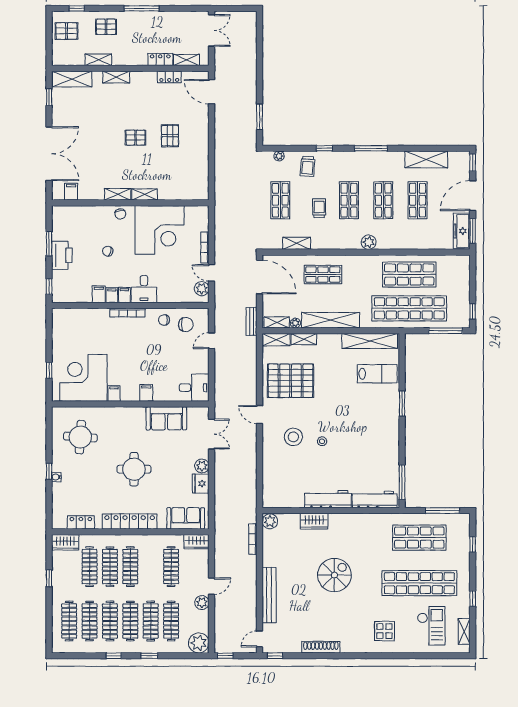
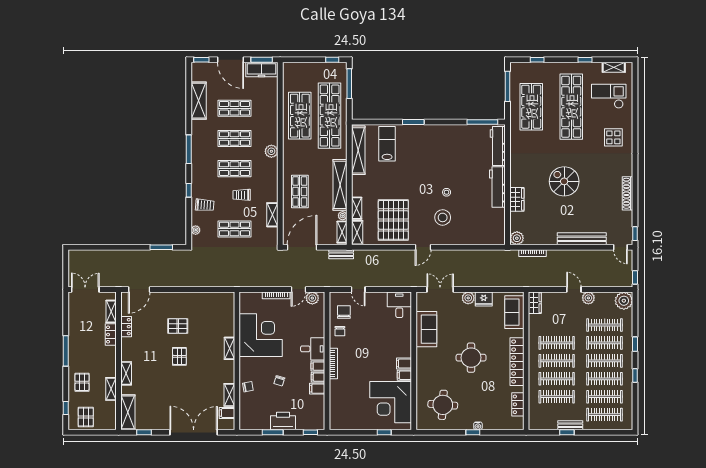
shelving: (118, 194) -> (229, 395), moved
chair: (120, 214) -> (248, 387), moved
filing cabinet: (146, 393) -> (404, 364), moved
wardrobe: (65, 542) -> (535, 418), removed
clothes rail: (171, 567) -> (557, 343), moved
bench: (57, 582) -> (570, 425), added

